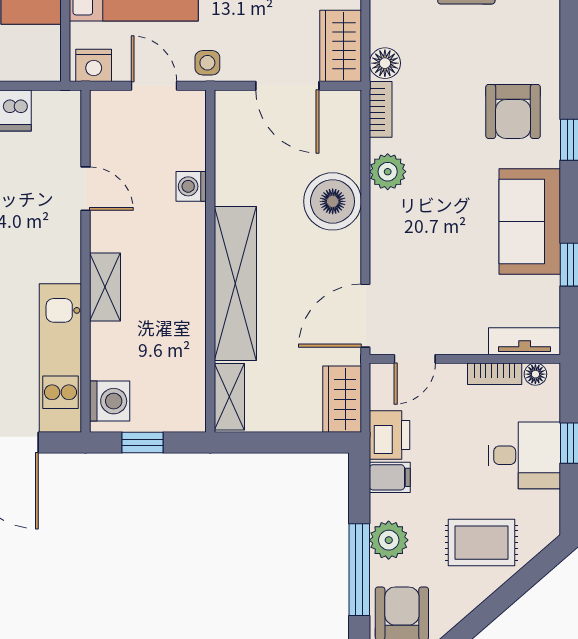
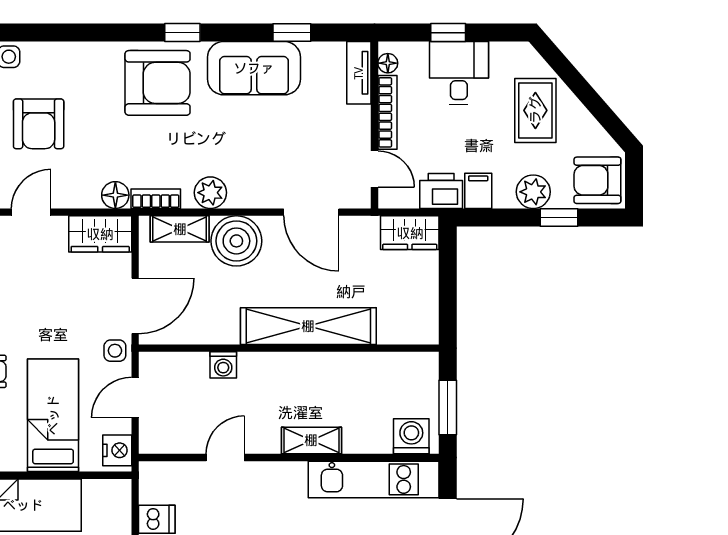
door: (287, 86) -> (135, 306), moved
armchair: (513, 111) -> (158, 83), width x1.36, depth x1.36
door: (365, 316) -> (311, 212), moved
bookcase: (495, 374) -> (387, 112), width x1.56
shelving: (229, 397) -> (180, 229), moved
window: (143, 443) -> (448, 408), width x1.50
window: (359, 570) -> (559, 218), width x0.46

